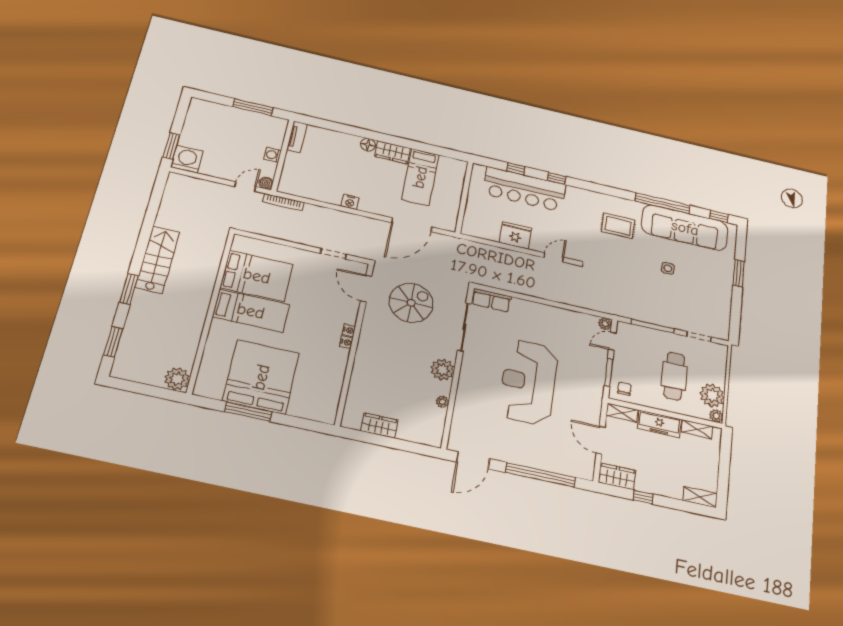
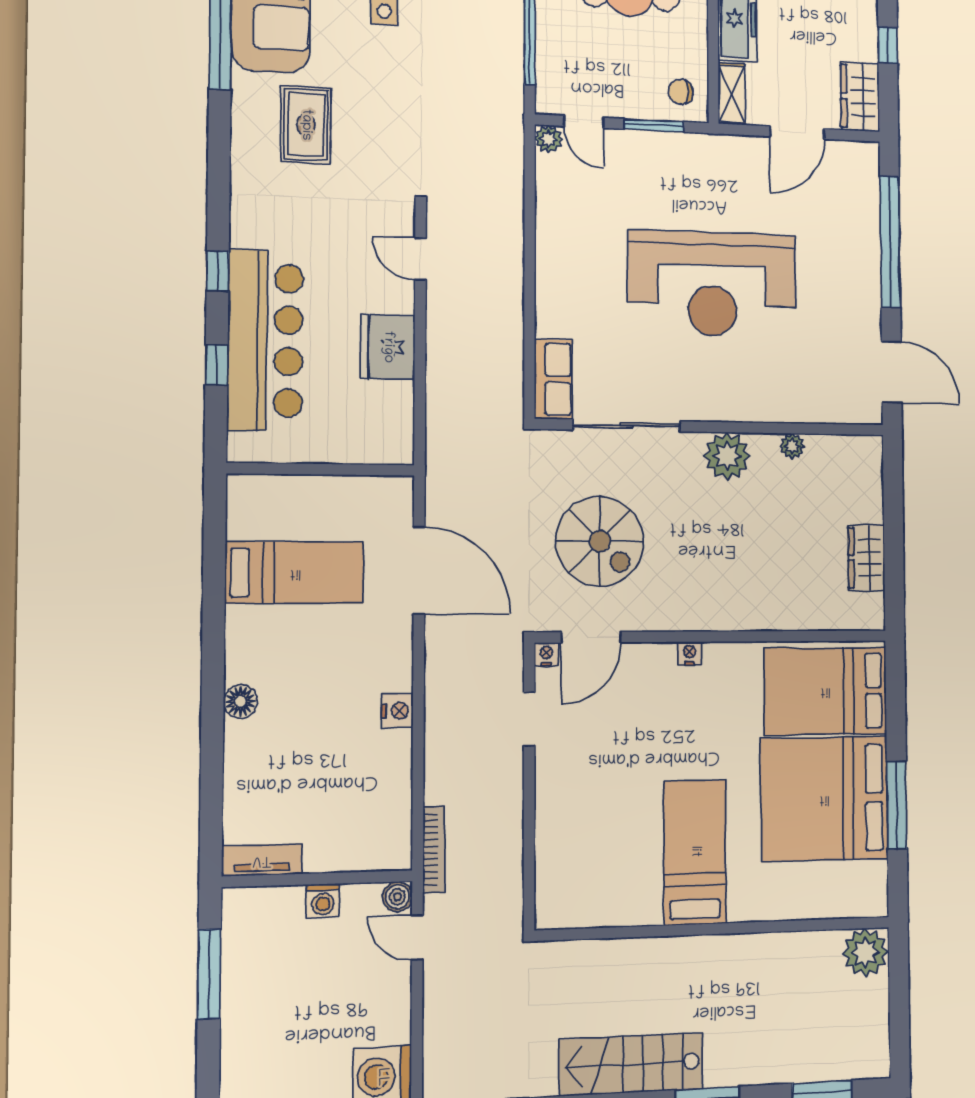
wardrobe: (393, 152) -> (246, 644), removed
bed: (257, 276) -> (825, 691), moved, turned -90
spiral stairs: (411, 303) -> (600, 541), turned 180
nightstand: (346, 342) -> (546, 654), moved

